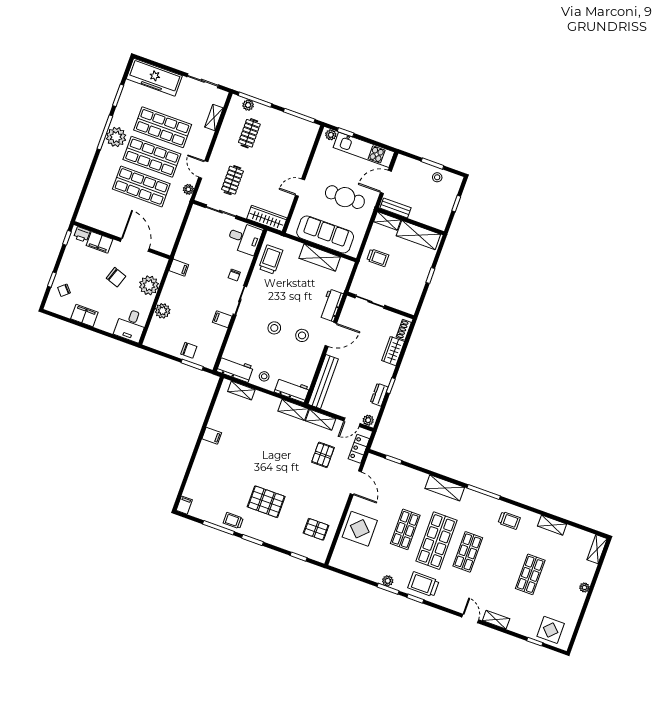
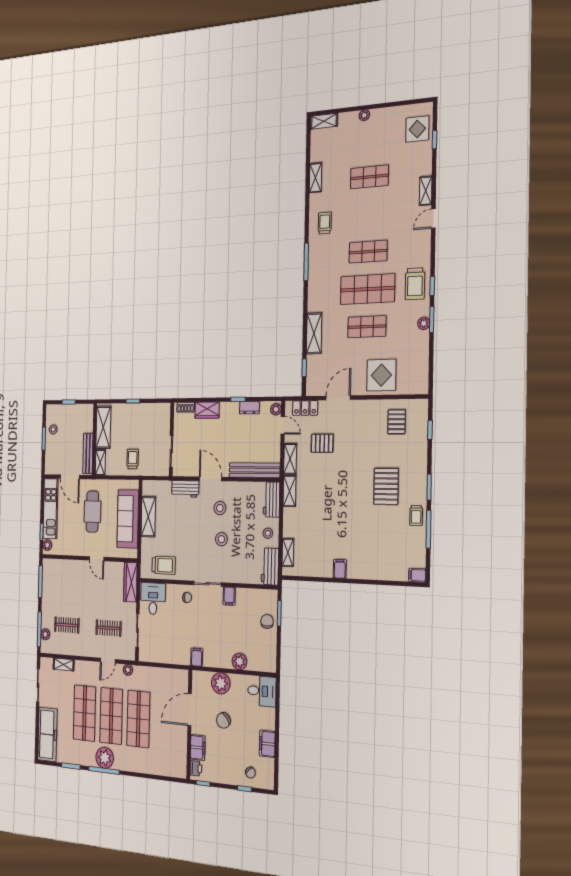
bench: (396, 208) -> (88, 453), width x1.36
trolley: (271, 260) -> (164, 565), turned 180
chair: (116, 277) -> (223, 721), turned -150
shelving: (445, 488) -> (314, 333), moved

